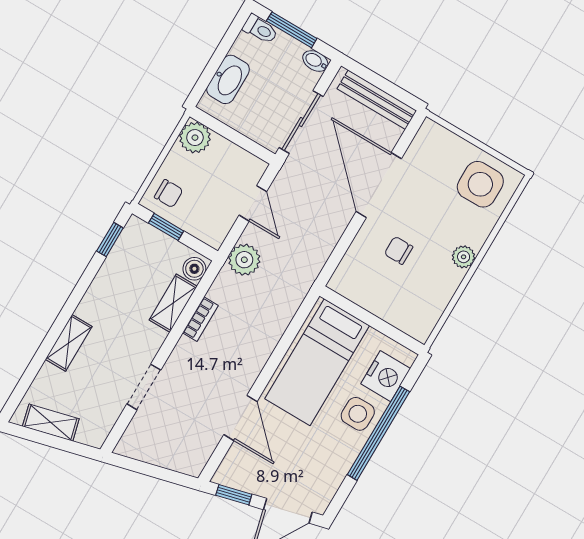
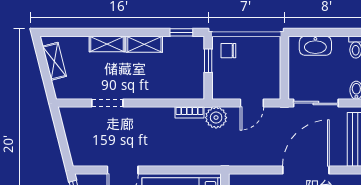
plant: (195, 138) -> (270, 47), removed
chair: (169, 194) -> (228, 51), turned 90
boiler: (194, 269) -> (194, 92), removed
shelving: (173, 303) -> (144, 44), moved
bookcase: (200, 319) -> (189, 112), moved

